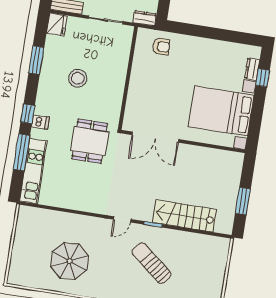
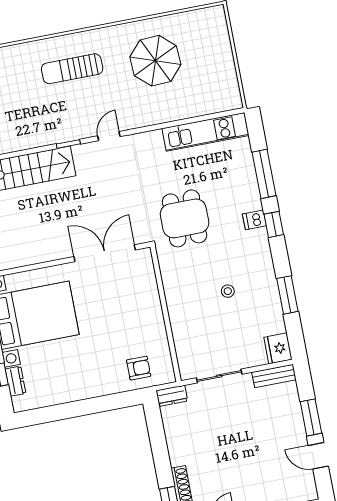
armchair: (161, 47) -> (139, 368), turned 180
stool: (78, 78) -> (228, 291), width x0.53, depth x0.53
kitchen unit: (33, 171) -> (205, 132), moved, turned -90
sun lounger: (152, 263) -> (72, 69), moved, turned 141

